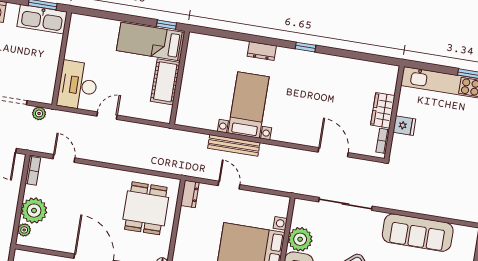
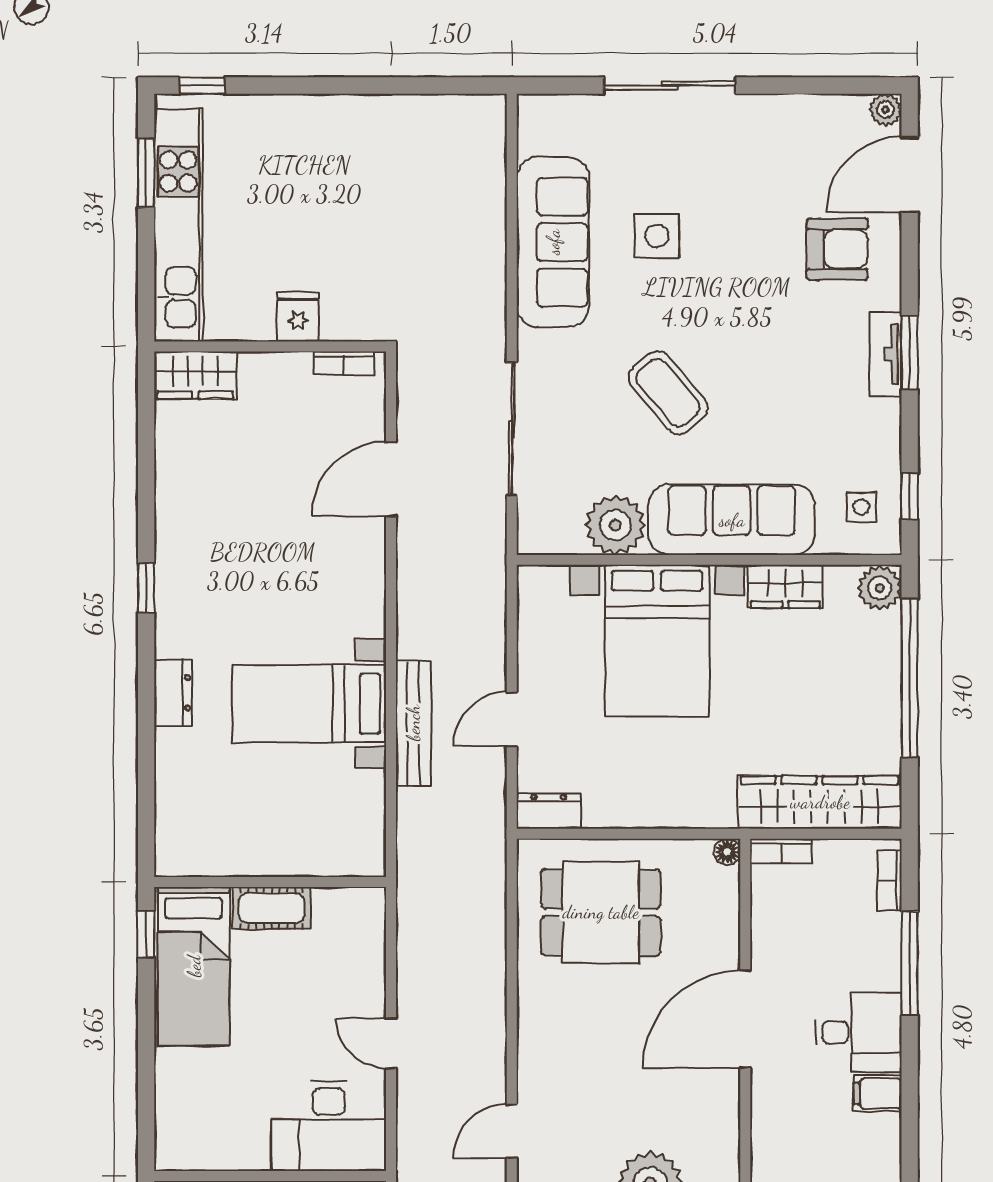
cot: (165, 82) -> (271, 908), width x0.73, depth x0.75
wardrobe: (383, 110) -> (195, 375), moved

